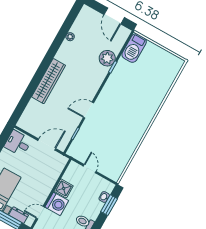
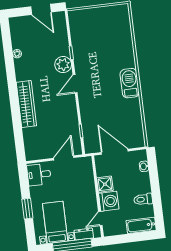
barbecue: (134, 48) -> (130, 83), moved, turned 180
plant: (107, 58) -> (63, 65), moved
door: (88, 110) -> (75, 84), moved
door: (90, 169) -> (115, 152), width x1.87
window: (109, 205) -> (153, 170), removed

